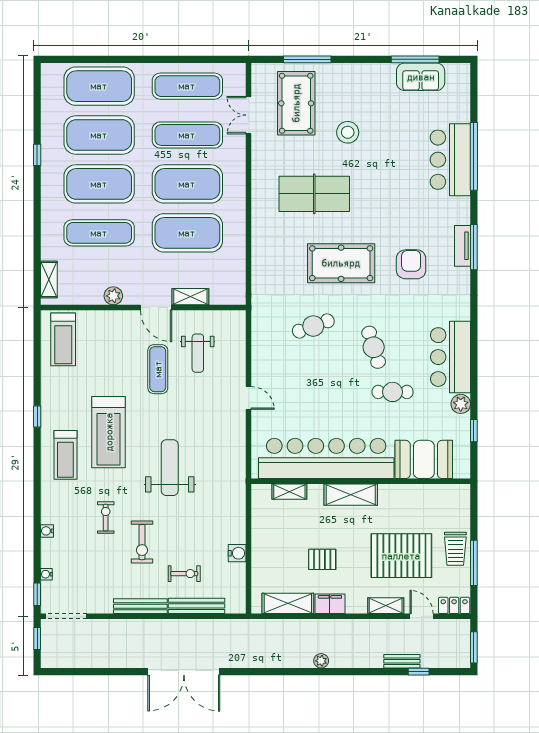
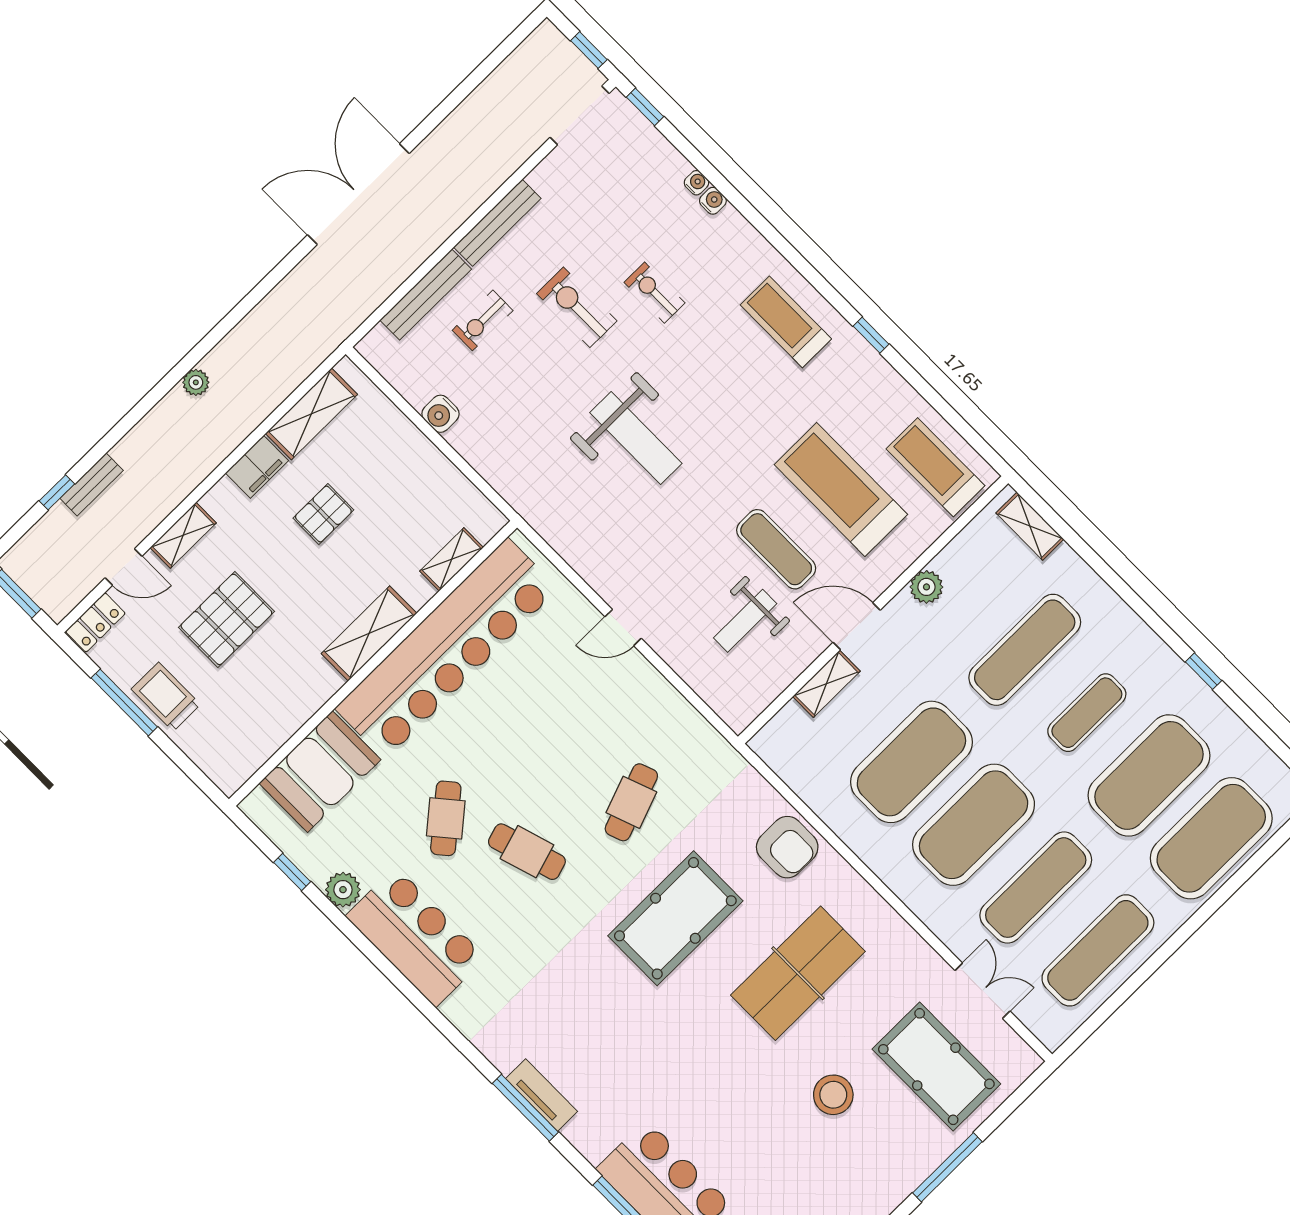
window: (307, 59) -> (947, 1167), moved
exercise mat: (99, 184) -> (1087, 713), width x0.50, depth x0.69
armchair: (411, 264) -> (787, 847), moved
weight bench: (198, 353) -> (745, 621), turned -90
cafe table: (393, 392) -> (446, 818), turned -40
treadmill: (109, 432) -> (841, 489), moved
exercise bike: (106, 518) -> (655, 293), turned 180
pallet: (401, 556) -> (226, 619), width x0.73, depth x0.71
water cooler: (46, 574) -> (696, 183), moved

